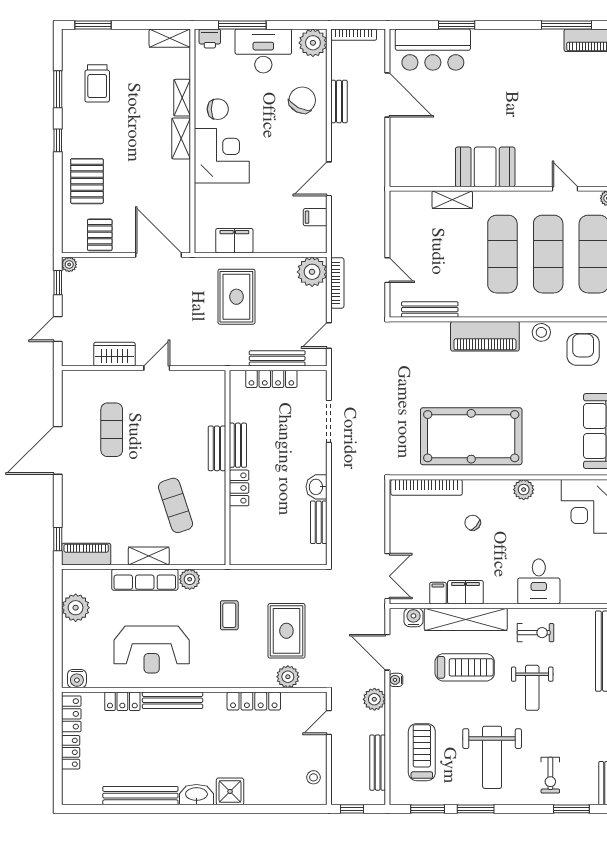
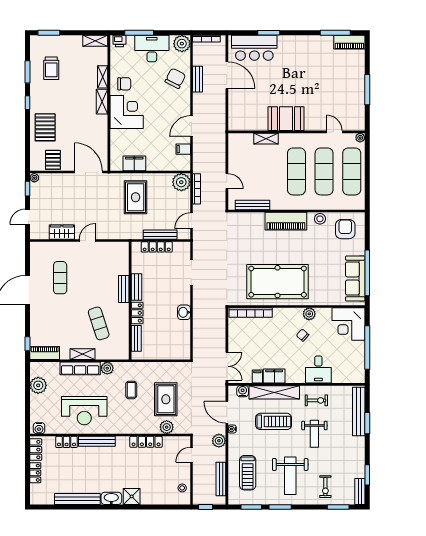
bench: (319, 522) -> (136, 338), moved
chair: (473, 523) -> (303, 335), moved
treadmill: (422, 752) -> (248, 473), turned 180

